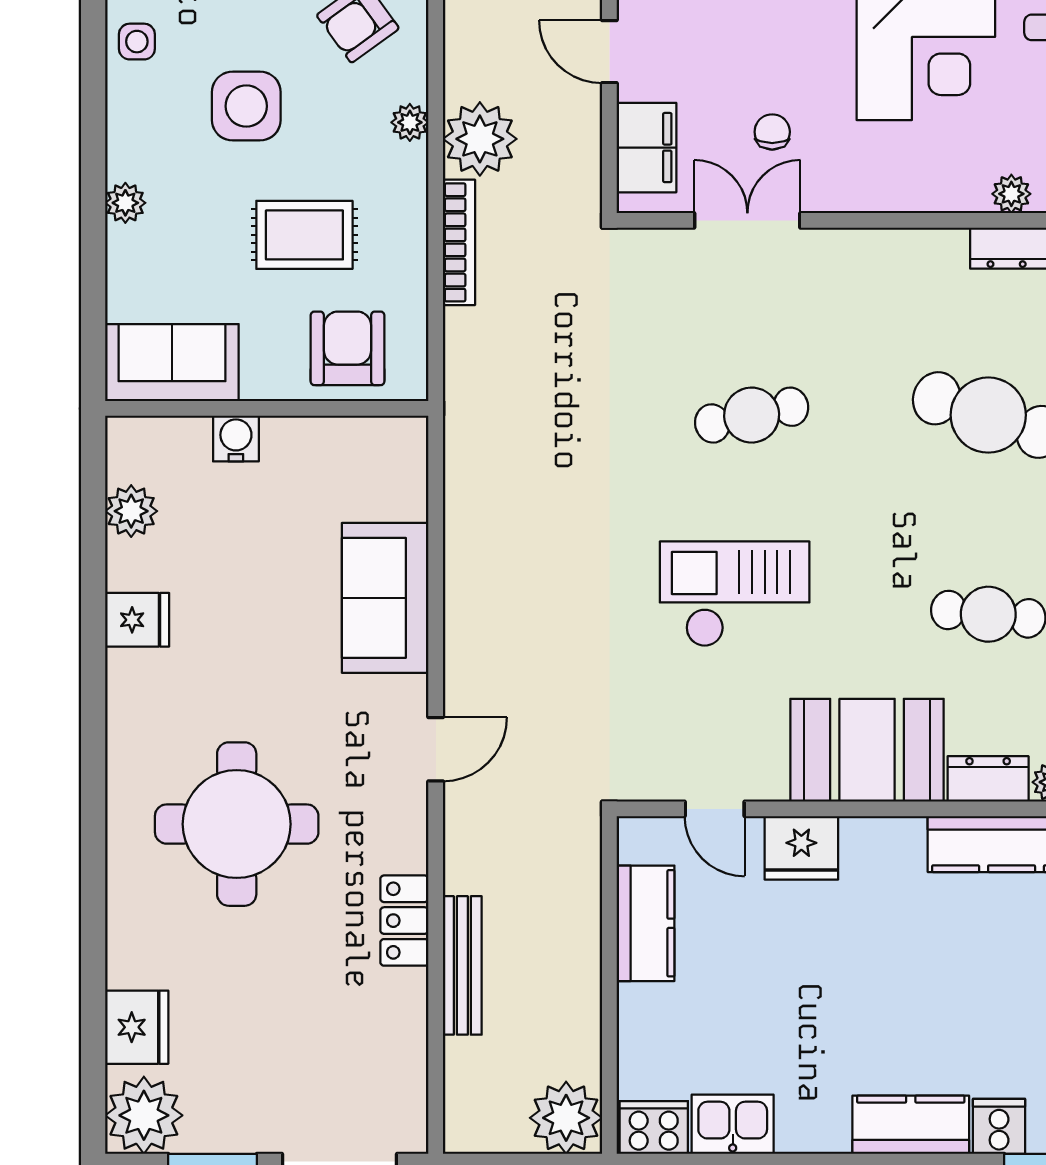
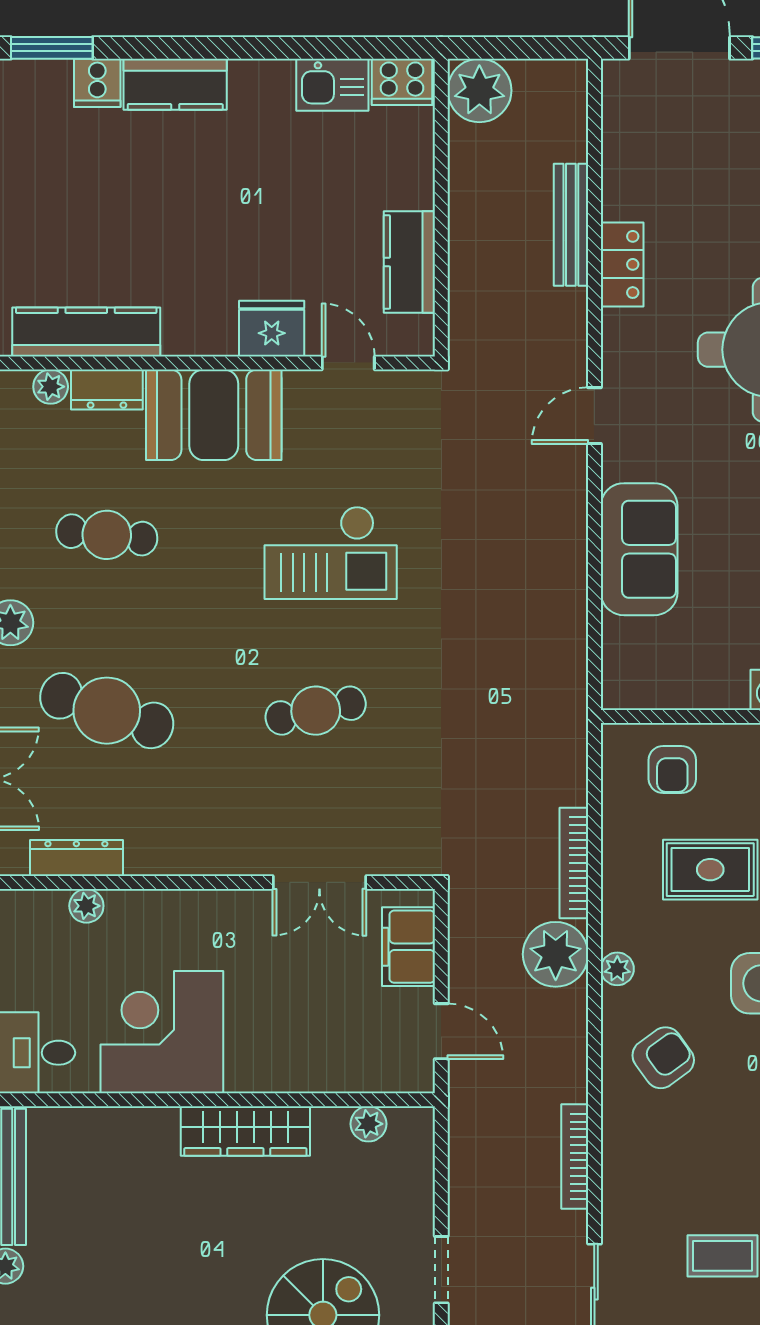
chair: (772, 132) -> (297, 960), removed
armchair: (348, 348) -> (672, 769), width x0.72, depth x0.72

